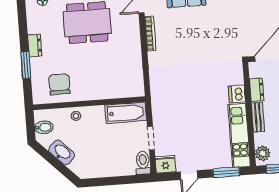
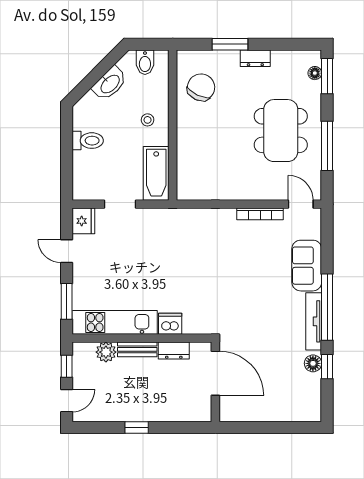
chair: (59, 84) -> (201, 87), turned -65
stool: (76, 116) -> (148, 120), moved
plant: (263, 153) -> (106, 352), moved
toilet: (143, 163) -> (88, 141), moved

